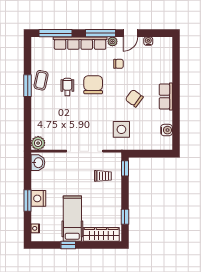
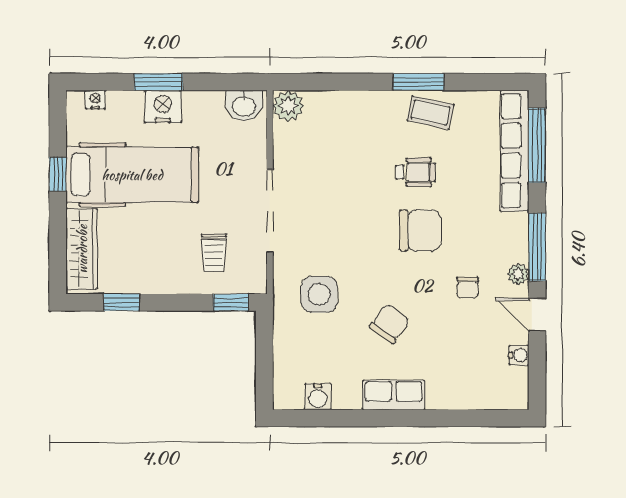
row of seats: (80, 43) -> (514, 151), moved
hospital bed: (72, 219) -> (132, 175), width x1.37, depth x1.29

